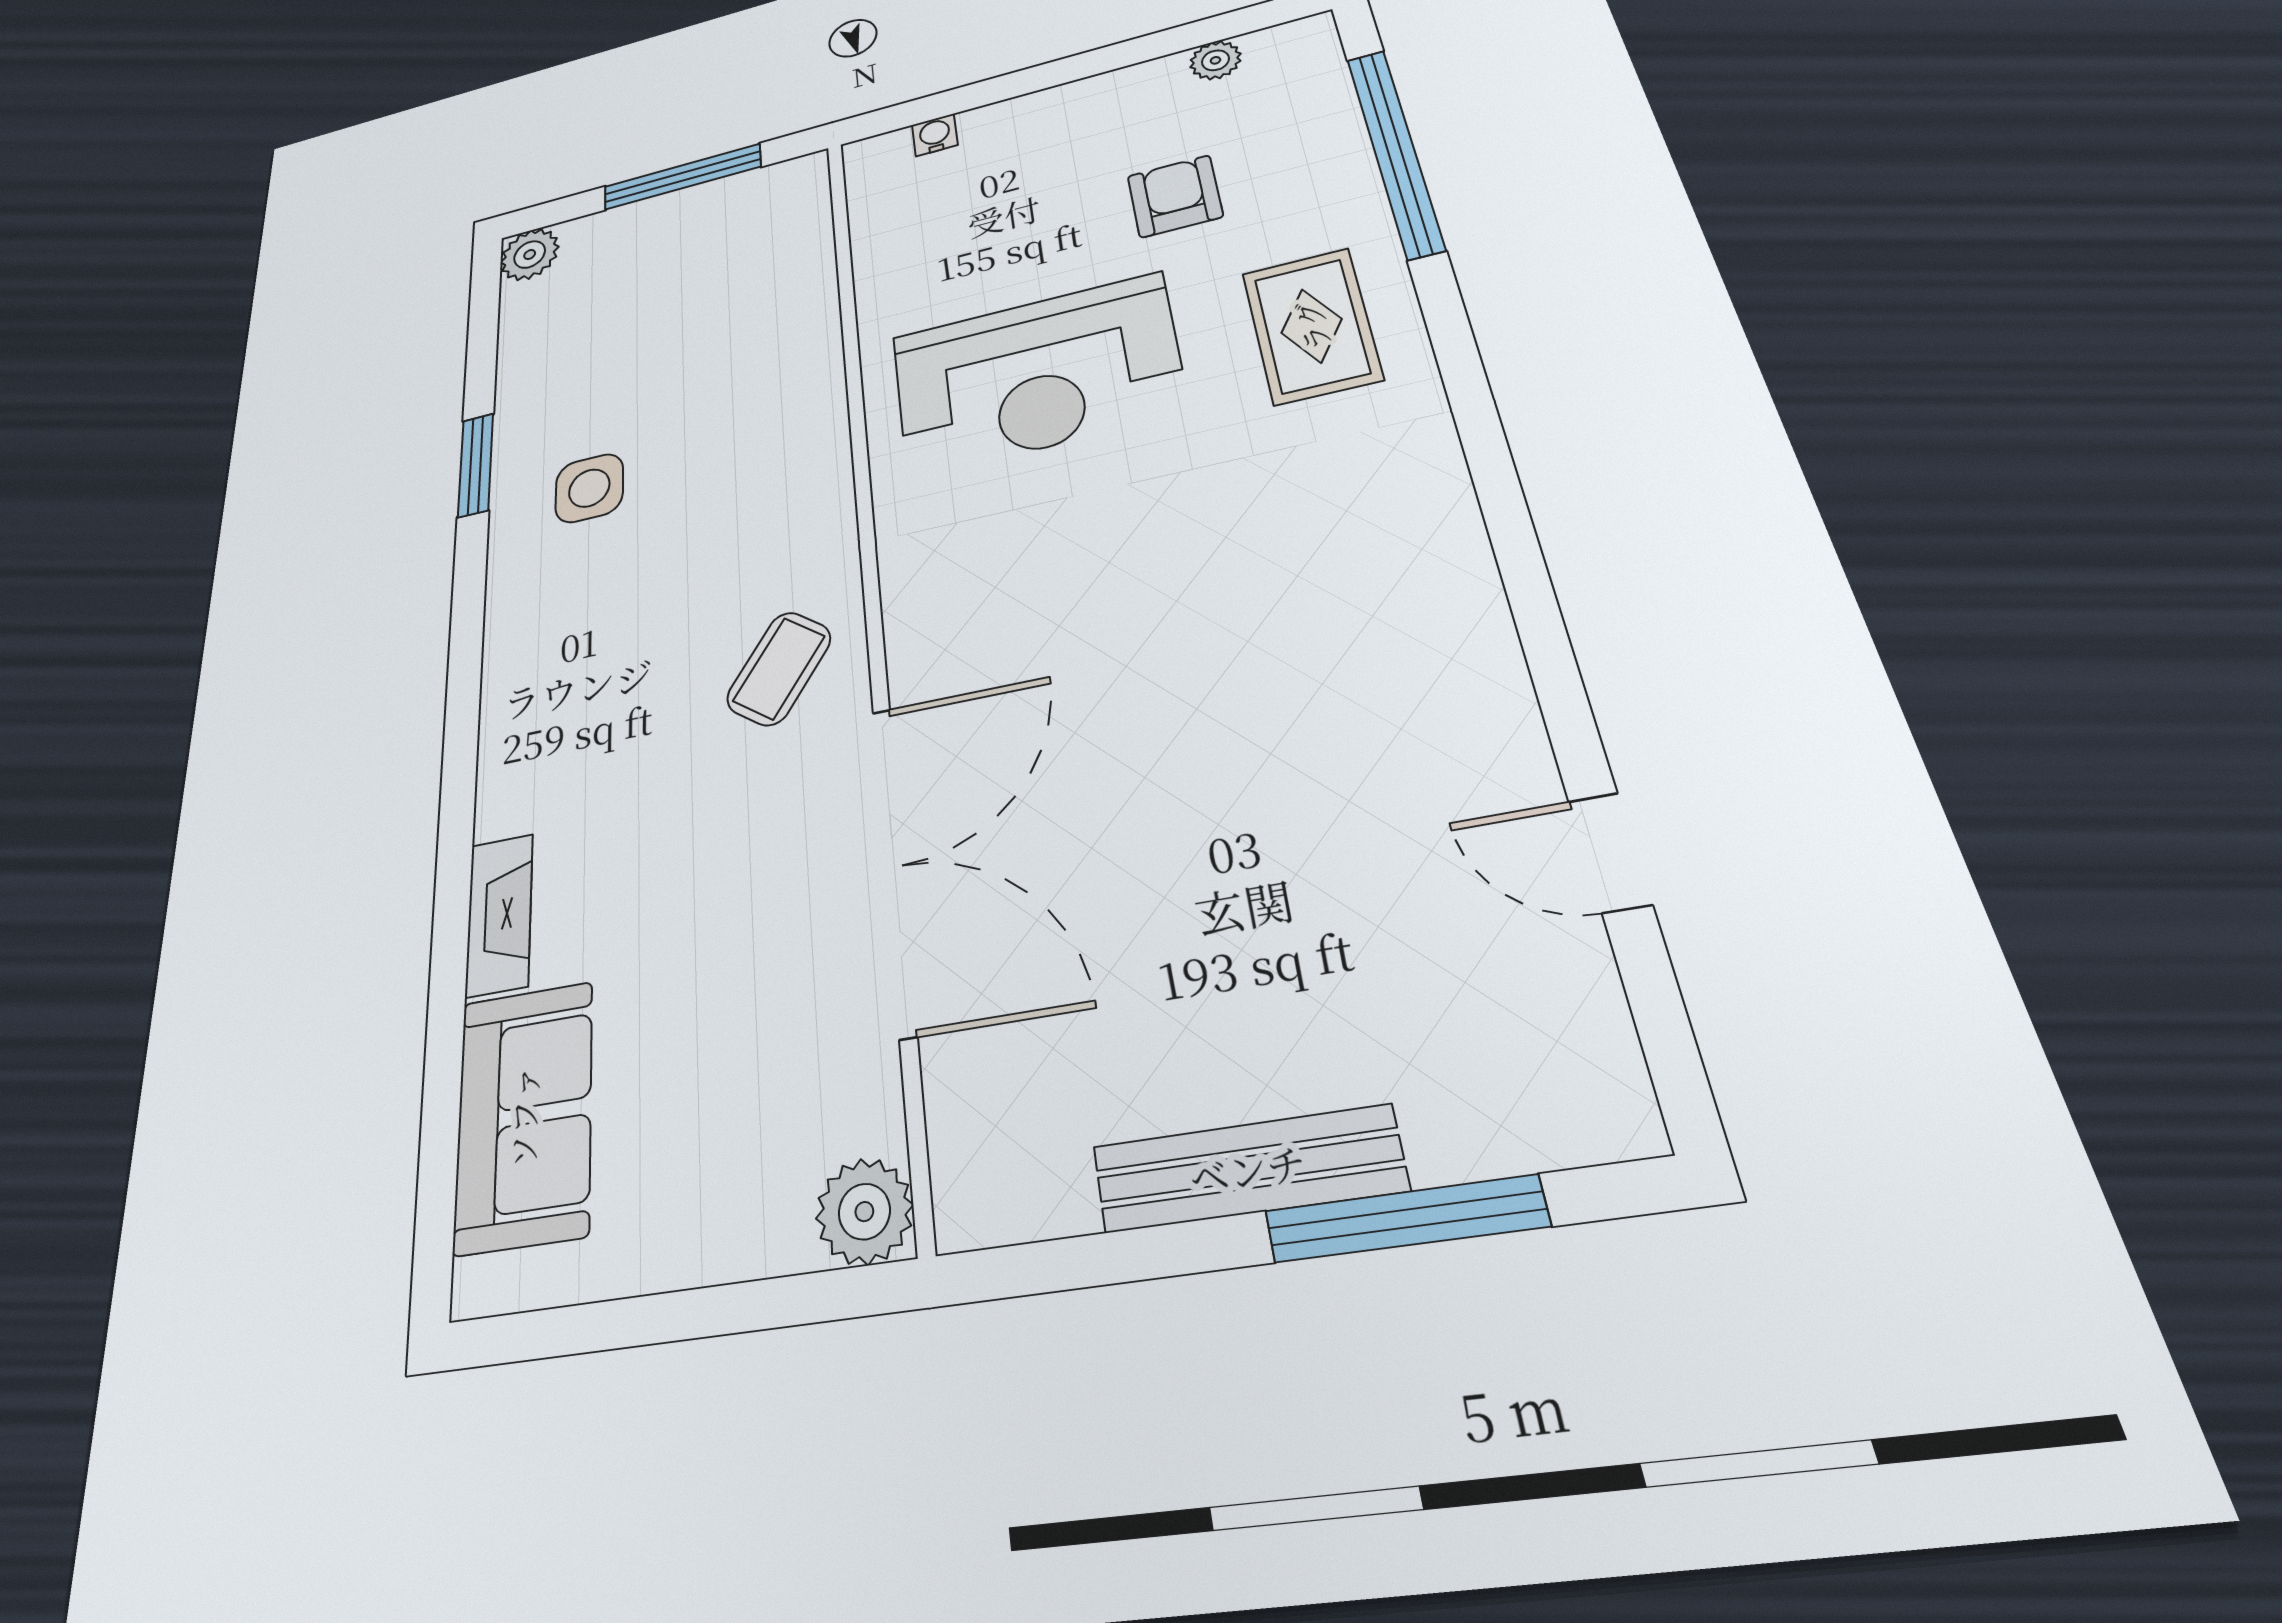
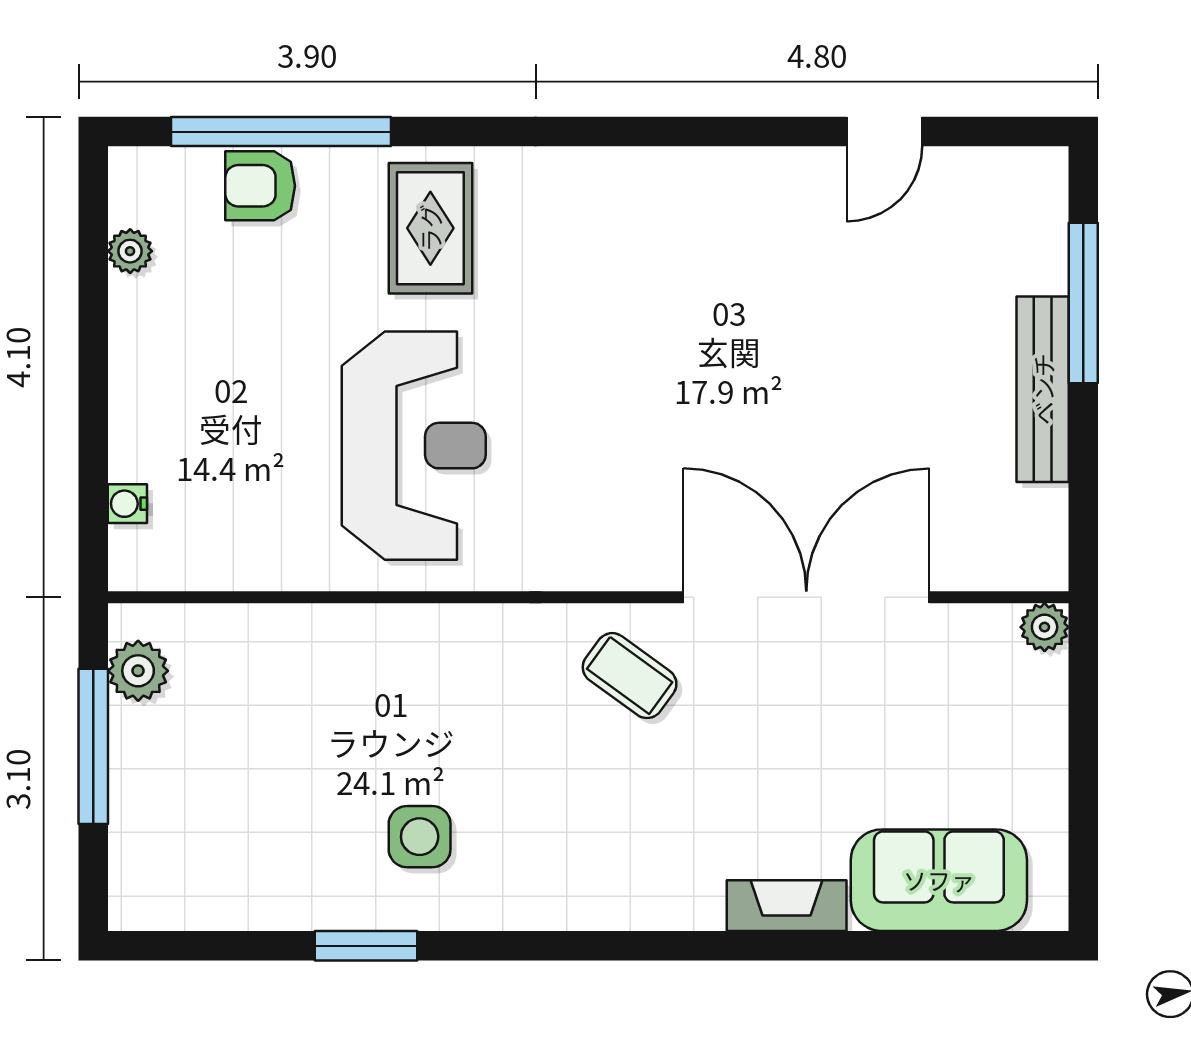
armchair: (1175, 196) -> (260, 186), moved
plant: (530, 255) -> (138, 671), moved
rug: (1312, 326) -> (430, 228), turned 90
plant: (864, 1212) -> (1045, 627), width x0.73, depth x0.73

